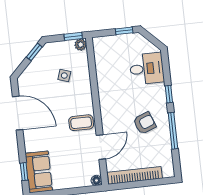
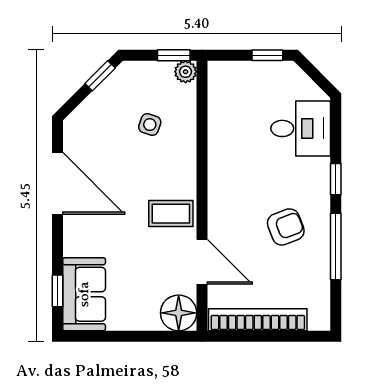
door: (101, 147) -> (202, 262), hinge flipped
floor lamp: (96, 180) -> (179, 313), width x1.89, depth x1.89

